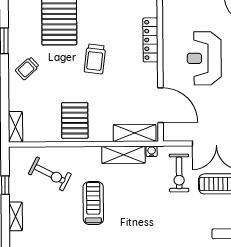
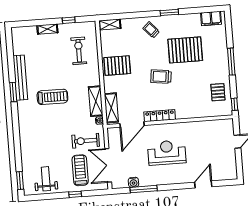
locker: (150, 40) -> (160, 116), moved
exercise bike: (50, 174) -> (79, 51), turned 153
treadmill: (93, 203) -> (52, 97), moved

